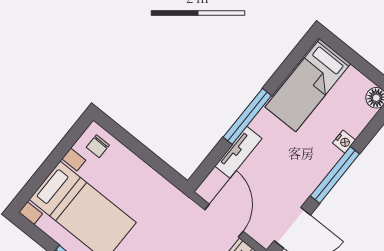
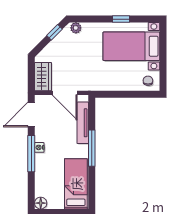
nightstand: (344, 142) -> (39, 147), moved
tv unit: (238, 152) -> (83, 123), width x1.41

